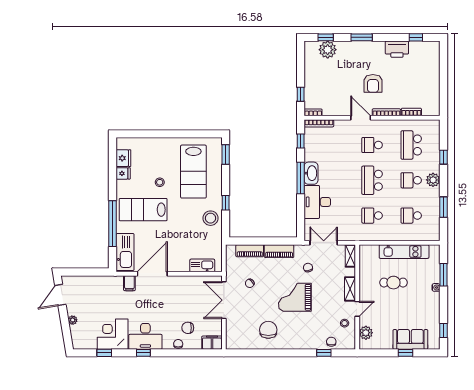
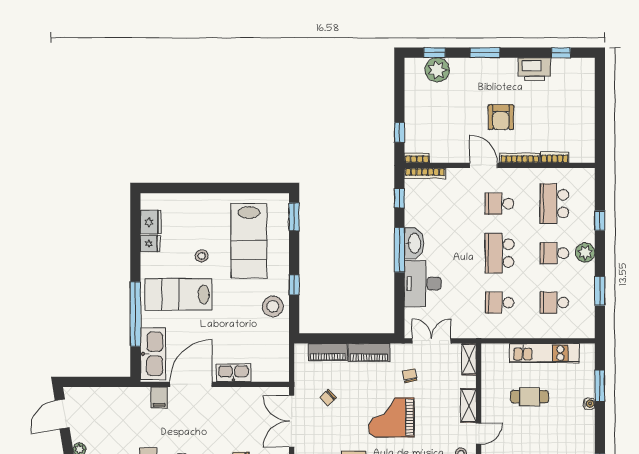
kitchen sink: (202, 265) -> (233, 373), moved

